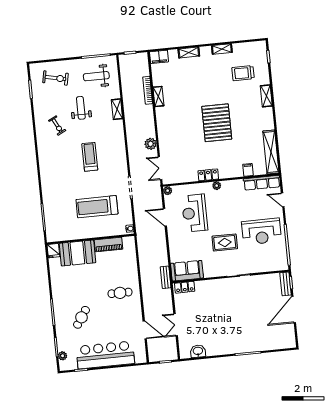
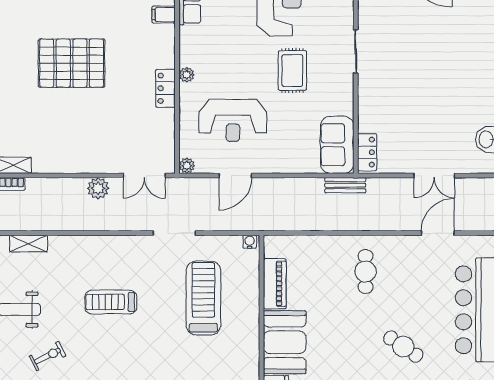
treadmill: (97, 207) -> (203, 298), turned 180

